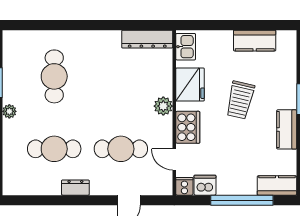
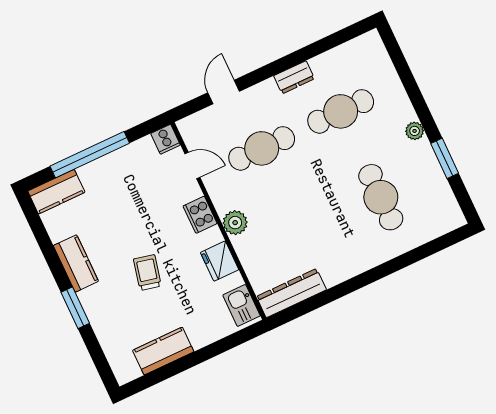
fridge: (190, 85) -> (220, 261), width x0.73, depth x0.75
trolley: (240, 100) -> (147, 273), width x0.73, depth x0.72
cooker: (188, 127) -> (200, 215), width x0.73, depth x0.76
dishwasher: (205, 185) -> (142, 152), removed

